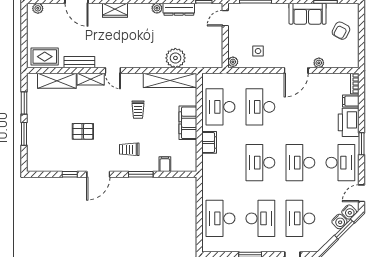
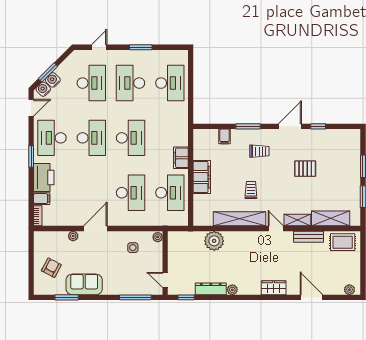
door: (225, 18) -> (165, 280), swing flipped
shelving: (170, 80) -> (240, 219), moved

